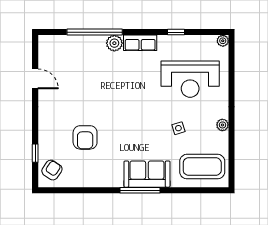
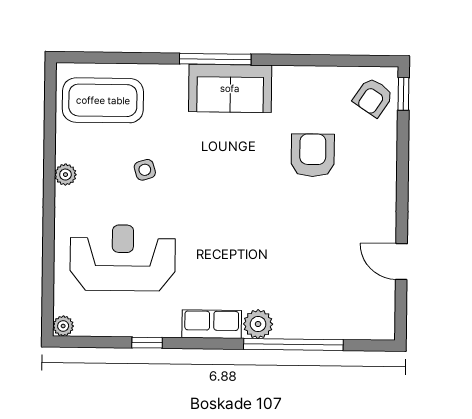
window: (35, 153) -> (403, 94), moved
sofa: (147, 174) -> (230, 88), moved

